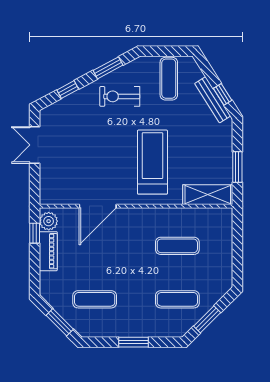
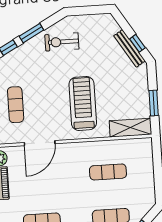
window: (108, 68) -> (31, 33), moved
exercise mat: (169, 79) -> (16, 105), moved
exercise bike: (120, 96) -> (62, 42), moved

